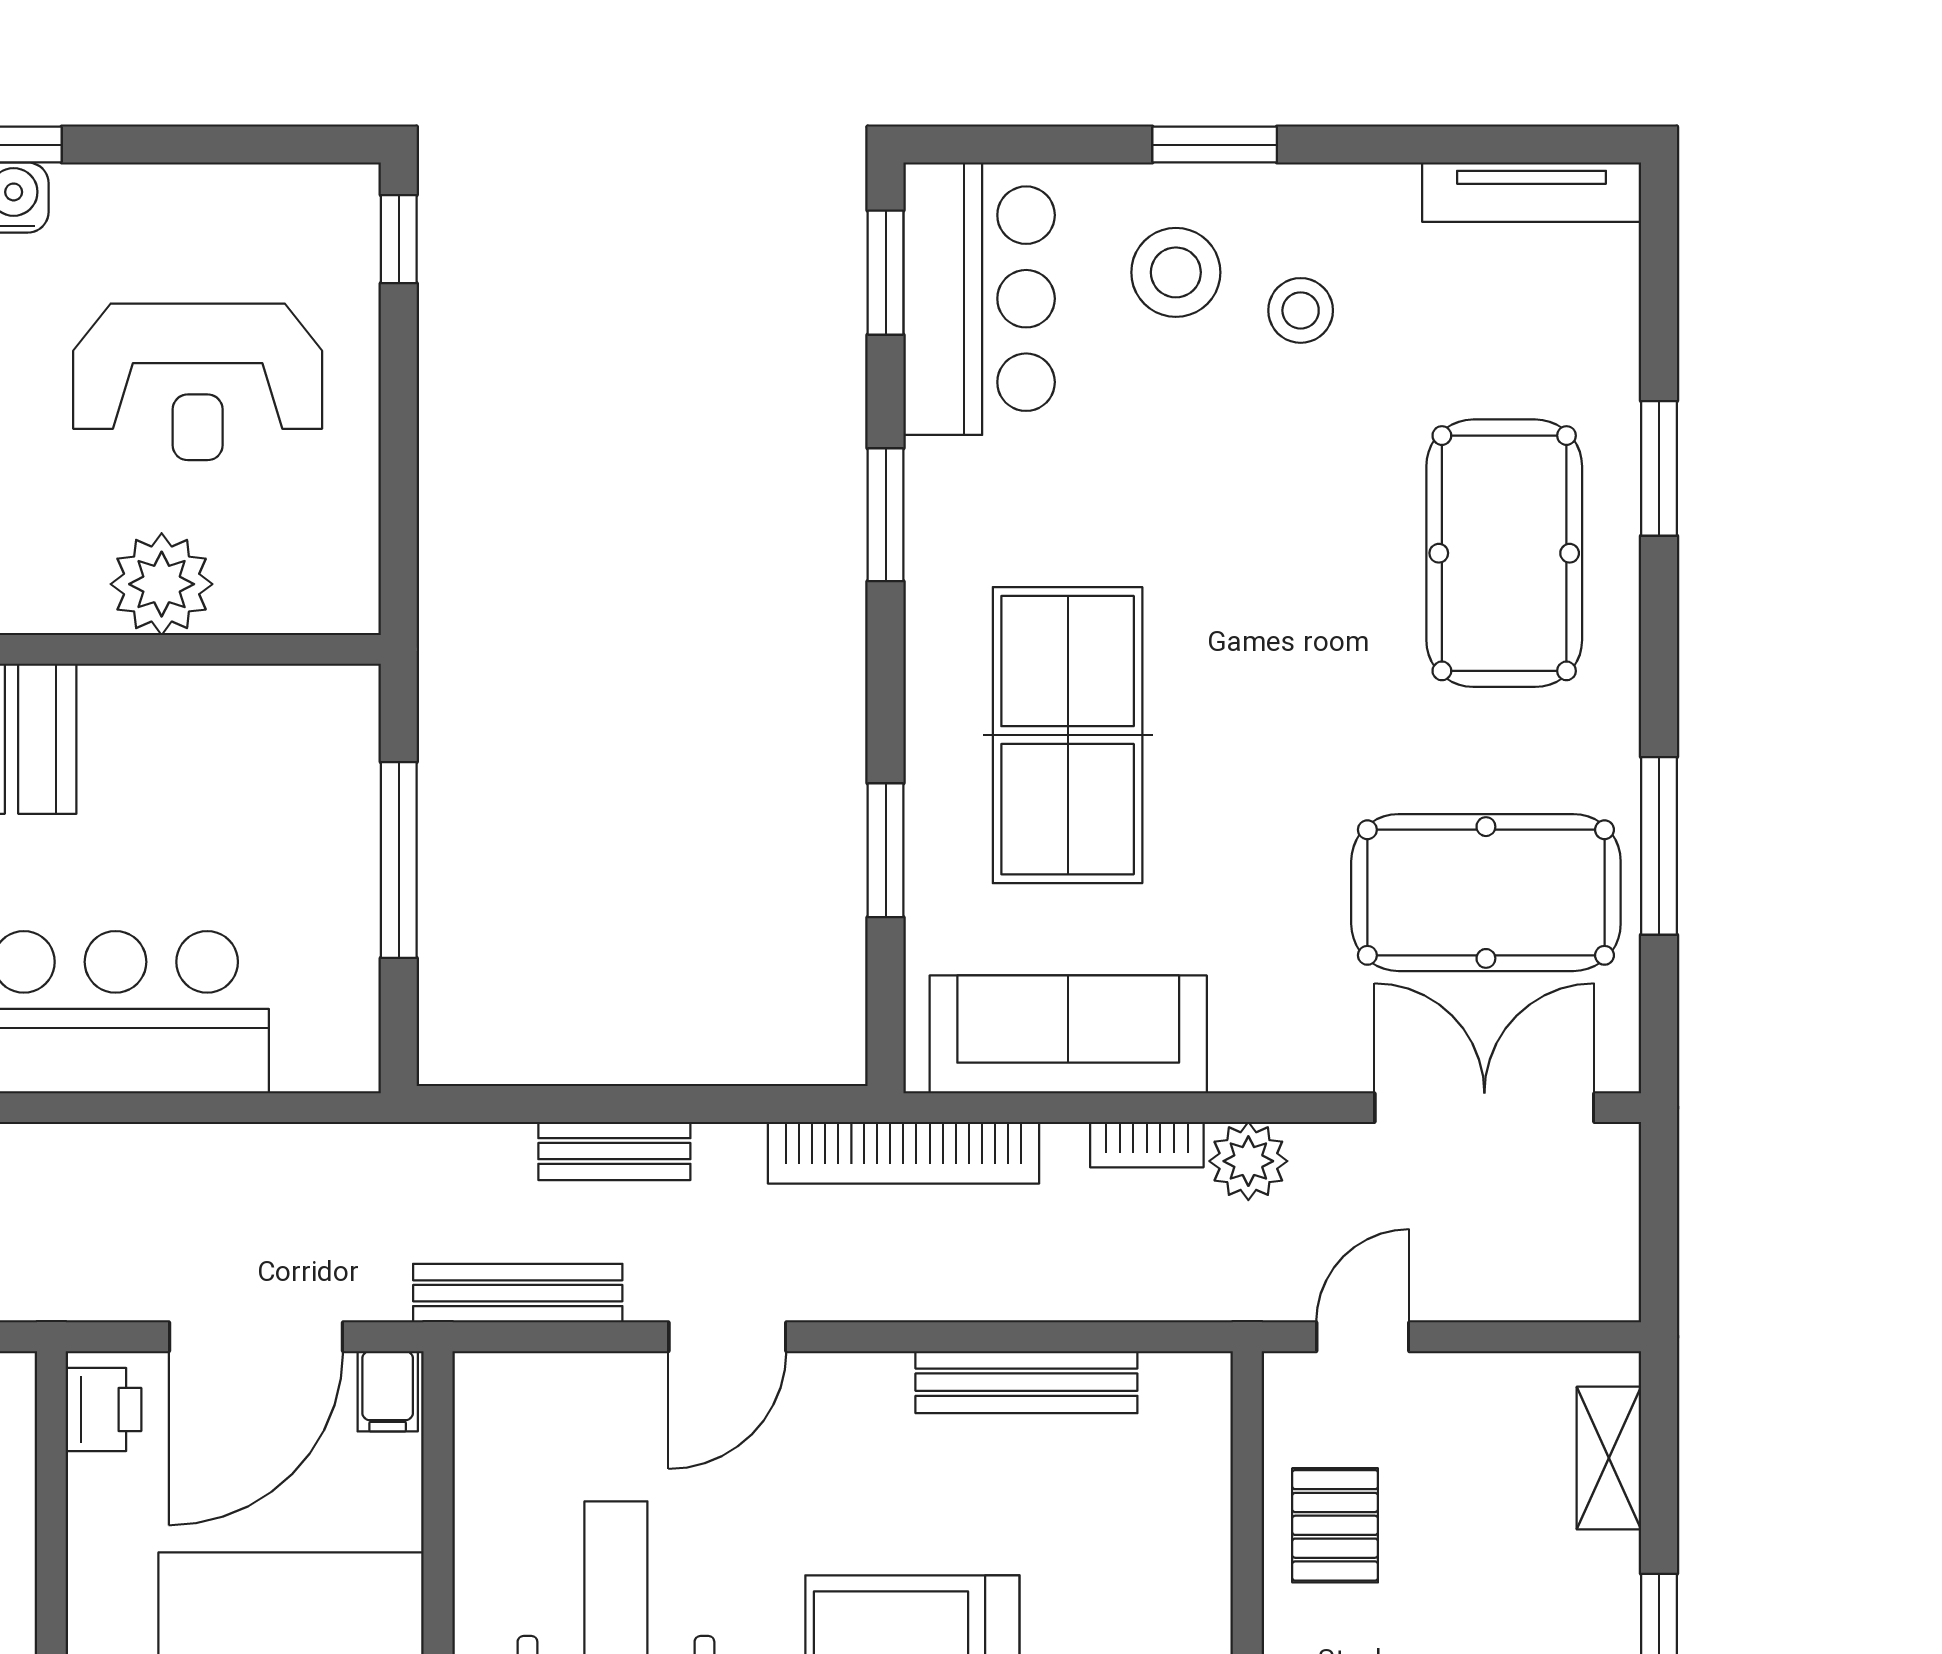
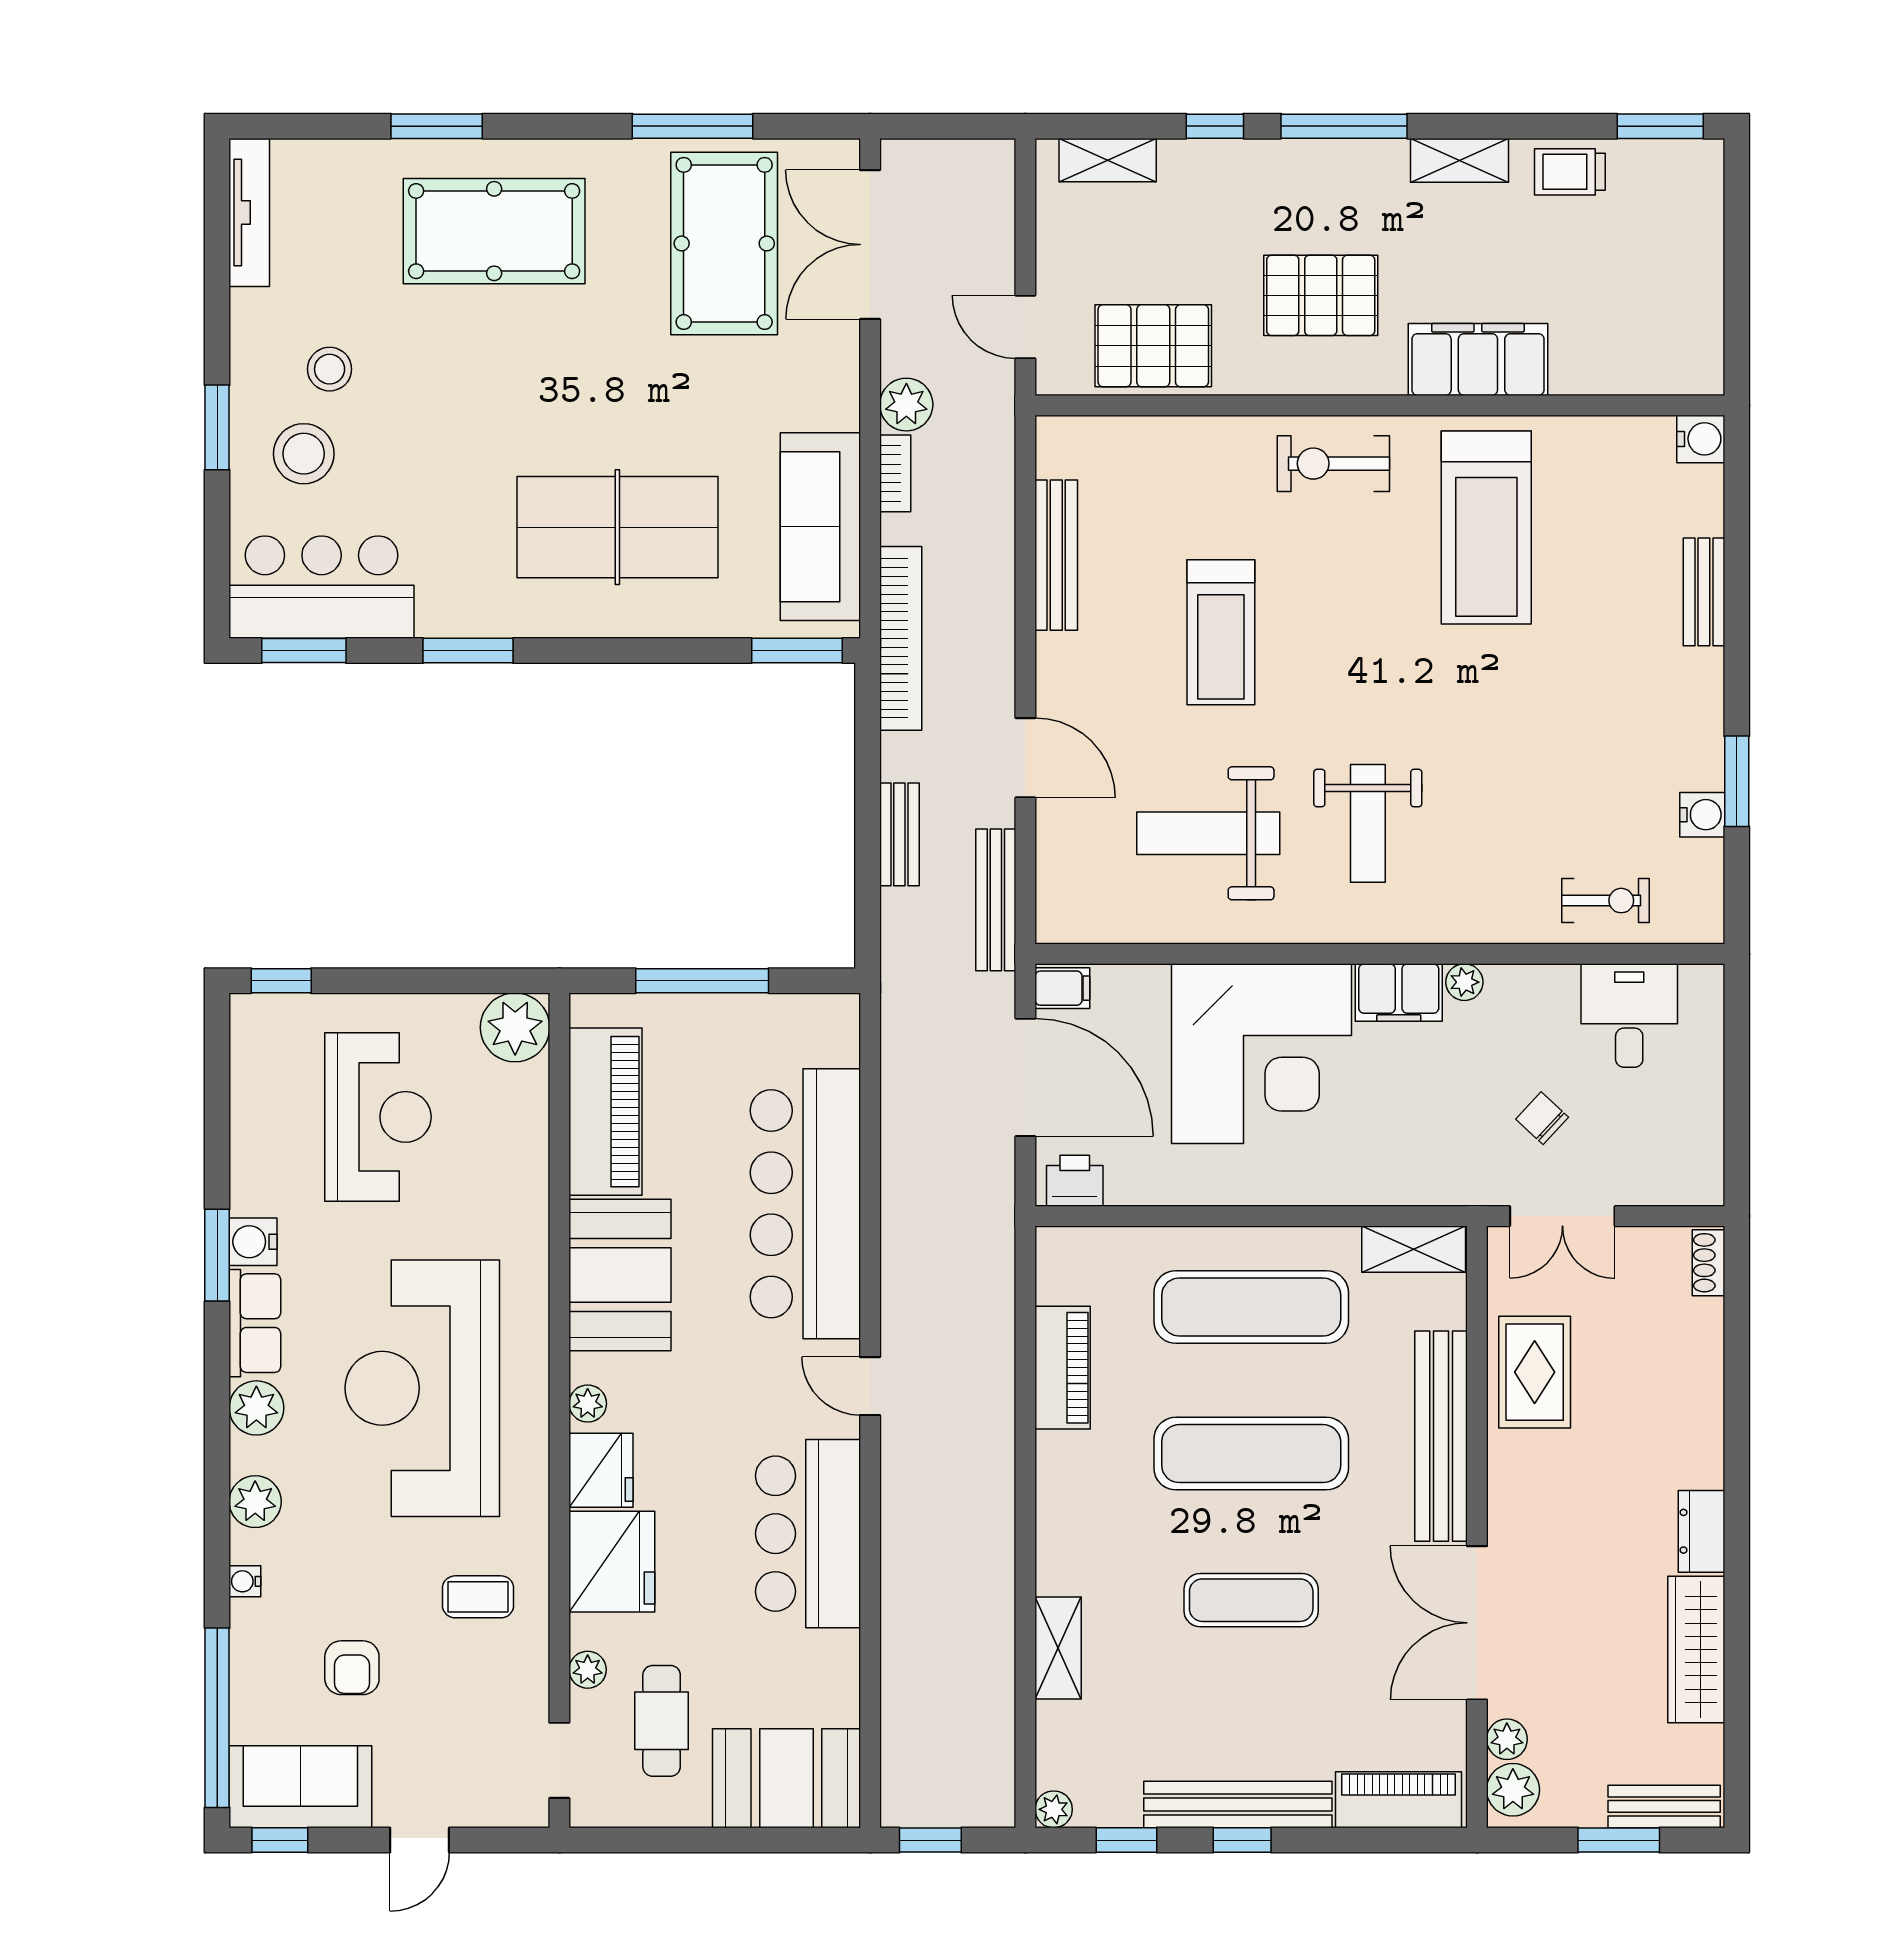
plant: (162, 584) -> (515, 1027), moved
piano: (206, 717) -> (605, 1112), added
window: (886, 850) -> (797, 651), moved
pallet: (1335, 1525) -> (1153, 346), width x1.50, depth x1.42

